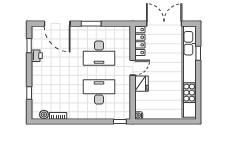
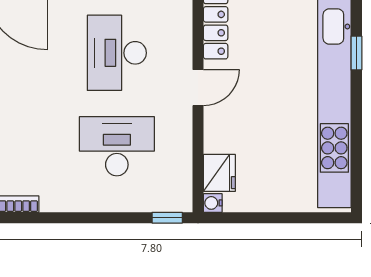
desk: (99, 53) -> (117, 53), turned 90
fridge: (141, 84) -> (219, 173), moved

